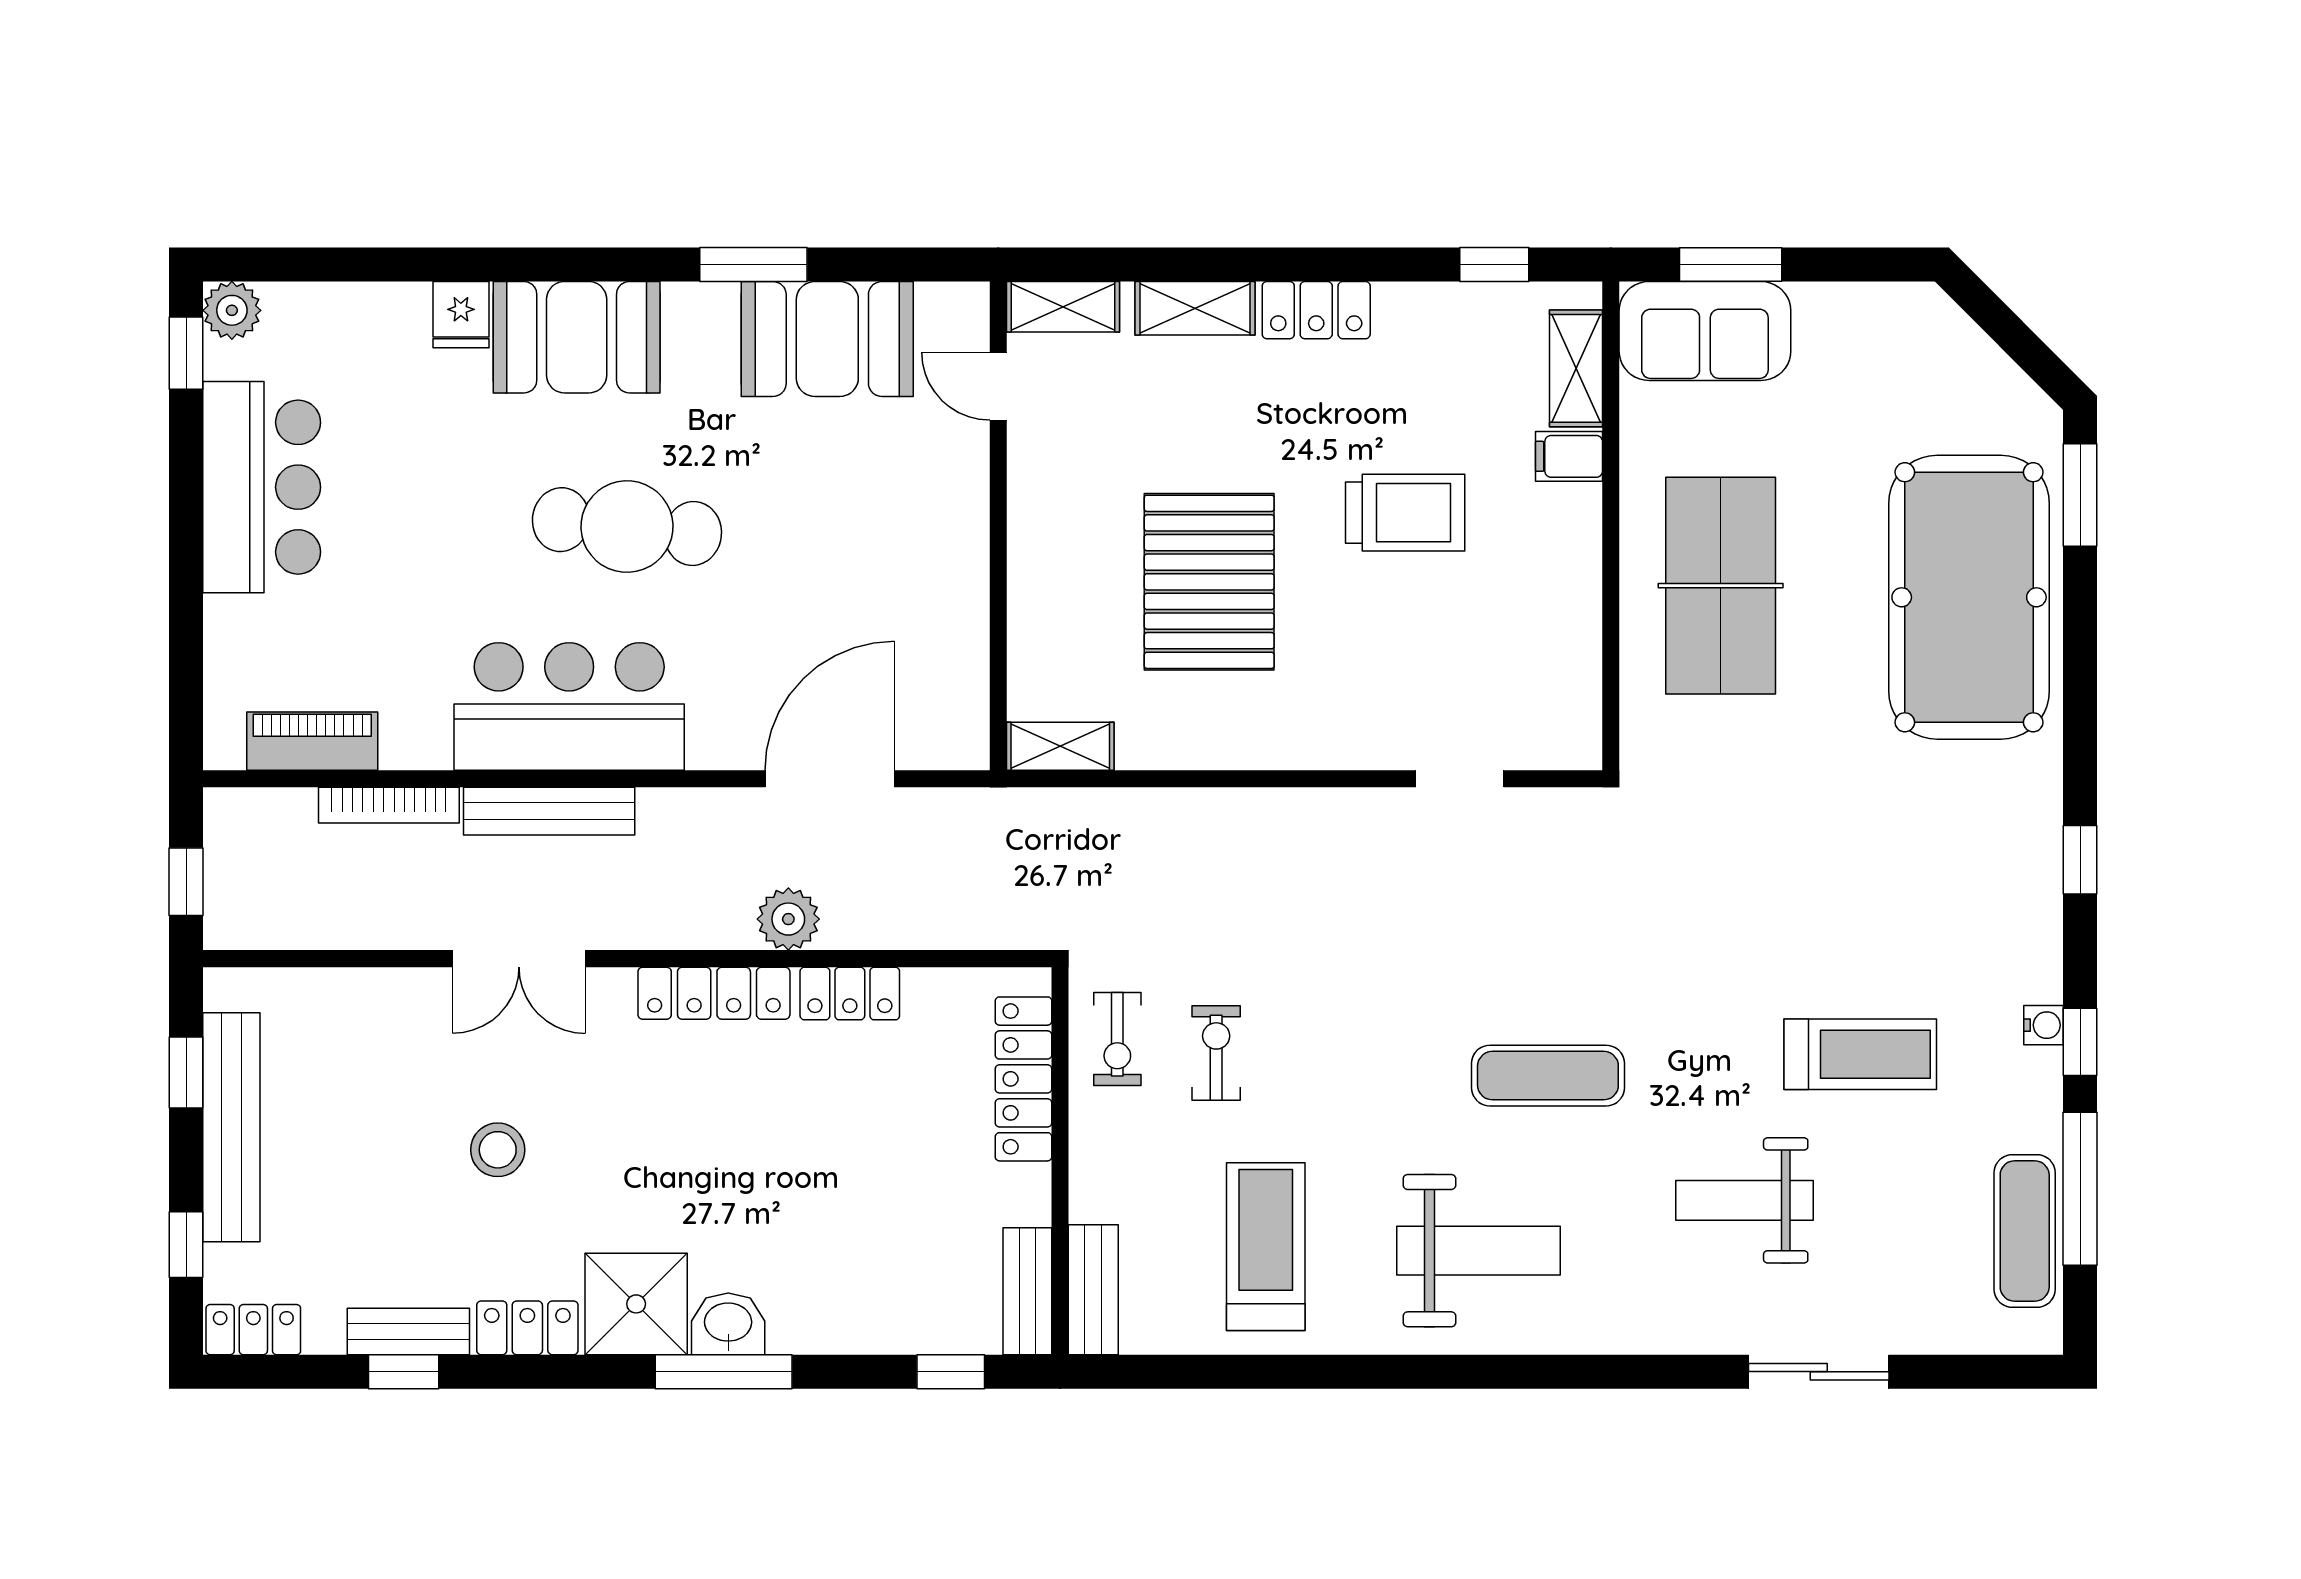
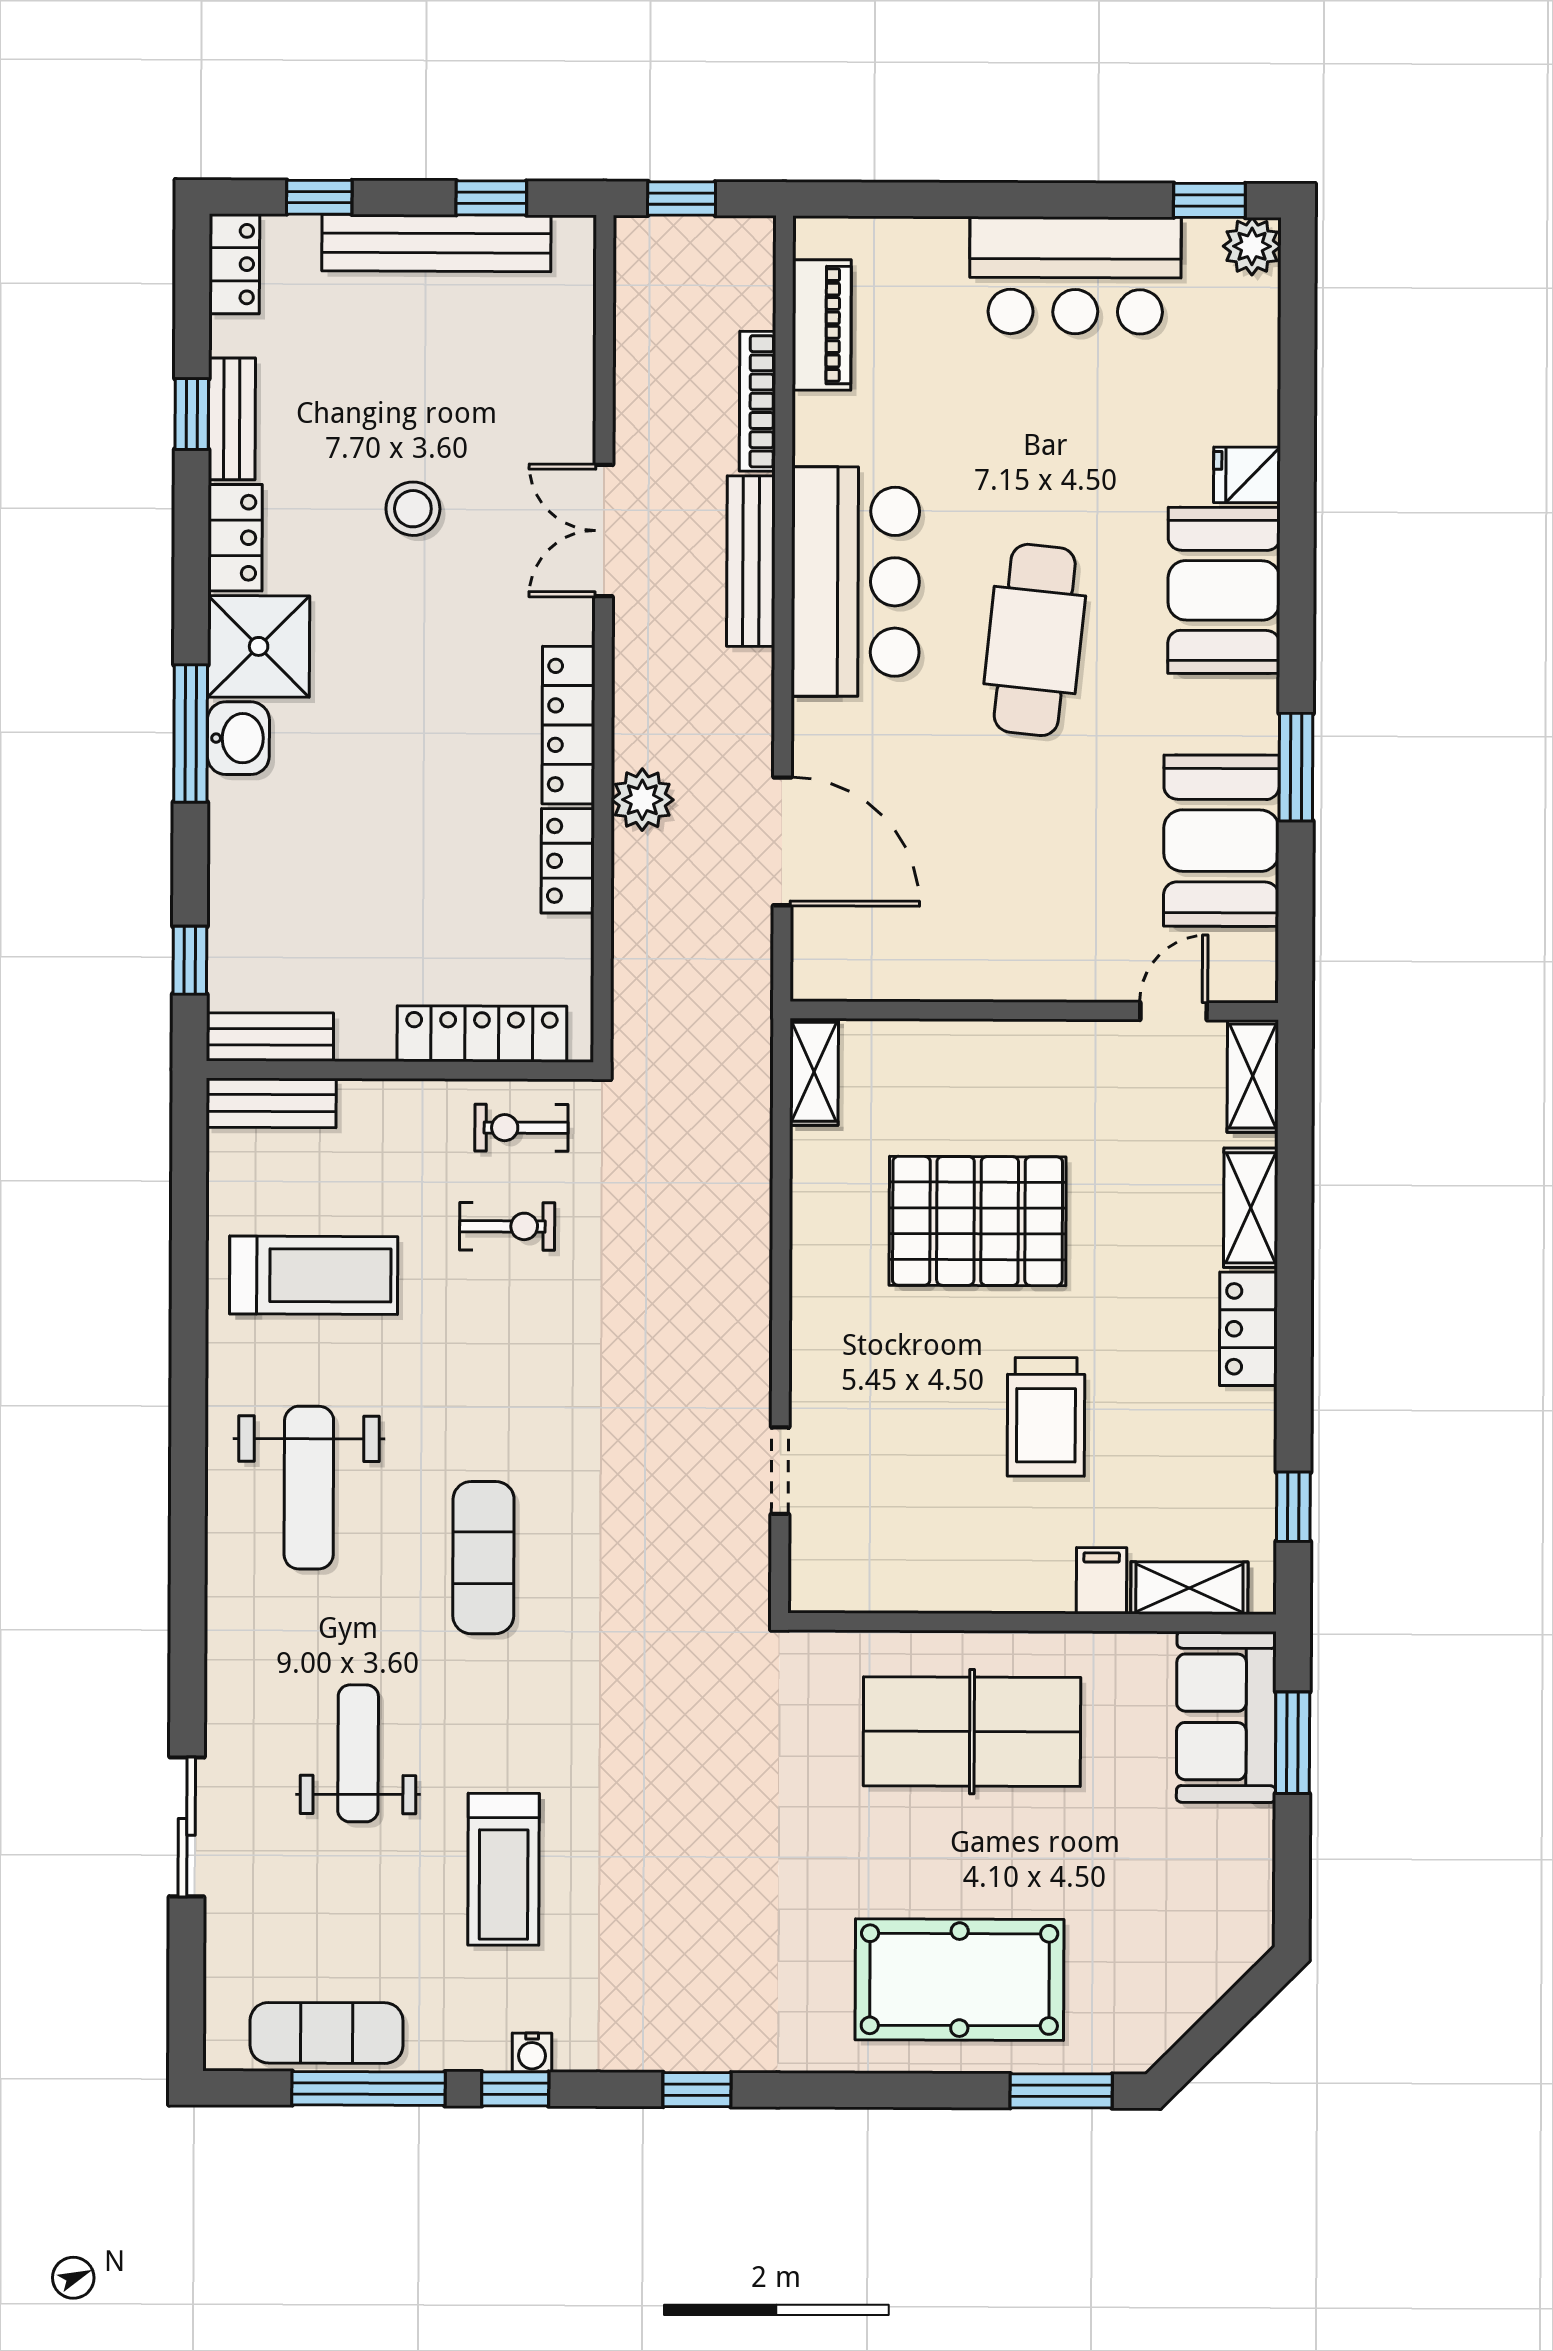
pool table: (1969, 597) -> (959, 1980), width x0.73, depth x0.76

